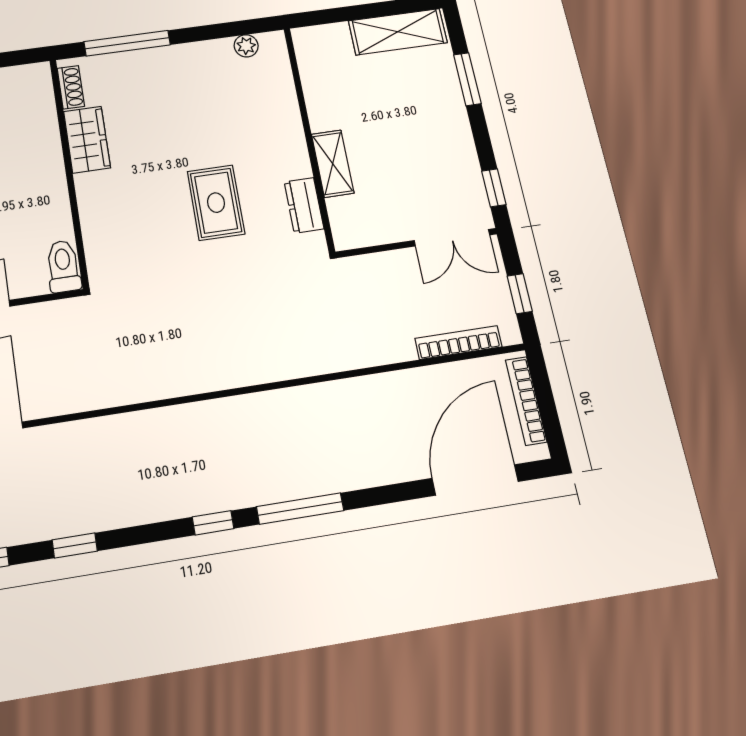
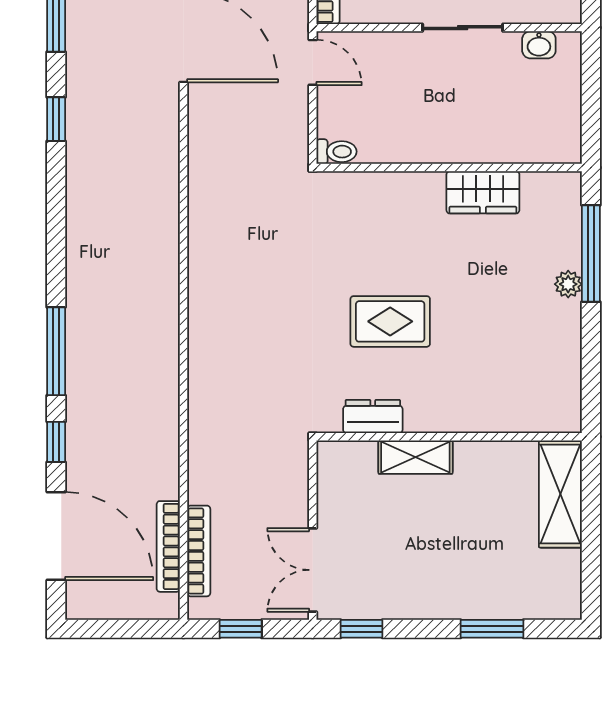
shelving: (398, 32) -> (560, 494), moved
plant: (246, 46) -> (568, 284), moved
shoe rack: (71, 87) -> (547, 183), removed
toilet: (63, 266) -> (336, 152), width x0.73, depth x0.72
bookcase: (526, 401) -> (168, 546), moved, turned -90
window: (213, 523) -> (56, 442), moved

